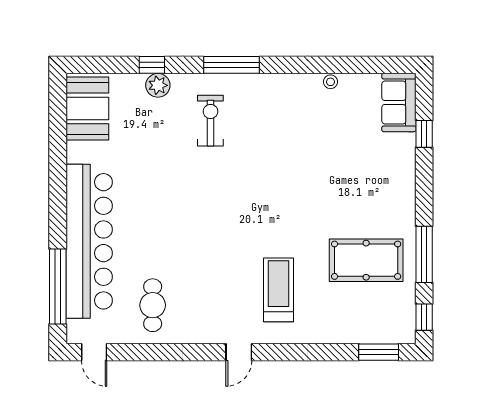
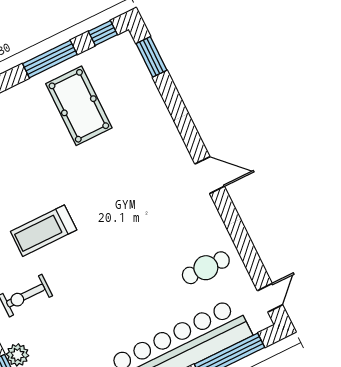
treadmill: (279, 290) -> (44, 231), moved
door: (239, 352) -> (210, 175), width x1.38

